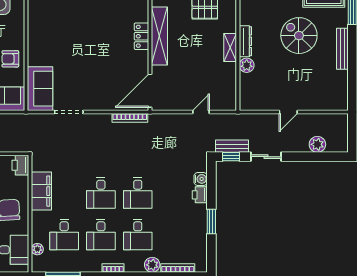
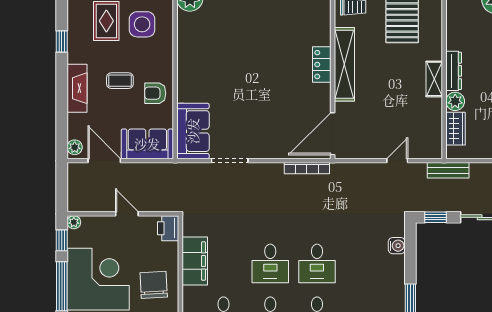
wardrobe: (247, 87) -> (455, 129), added
bench: (232, 146) -> (448, 170), moved
printer: (200, 195) -> (396, 266), removed

